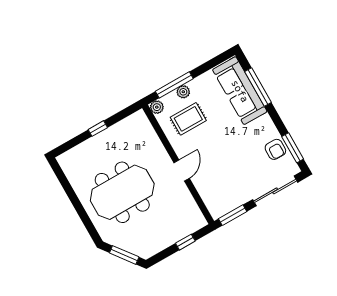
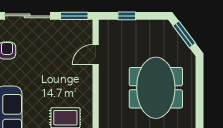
door: (182, 170) -> (96, 55), moved
meeting table: (122, 192) -> (156, 88), turned 90

